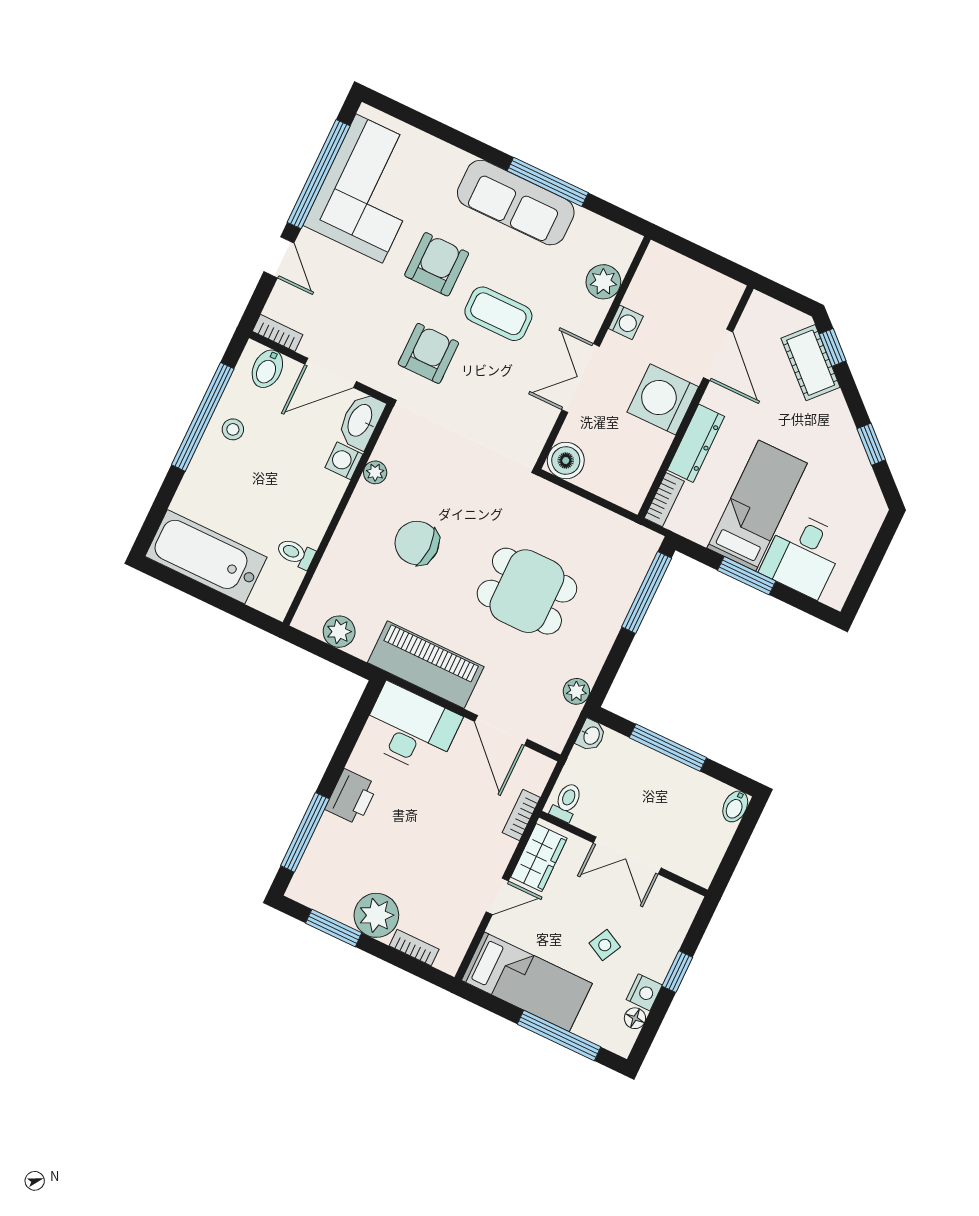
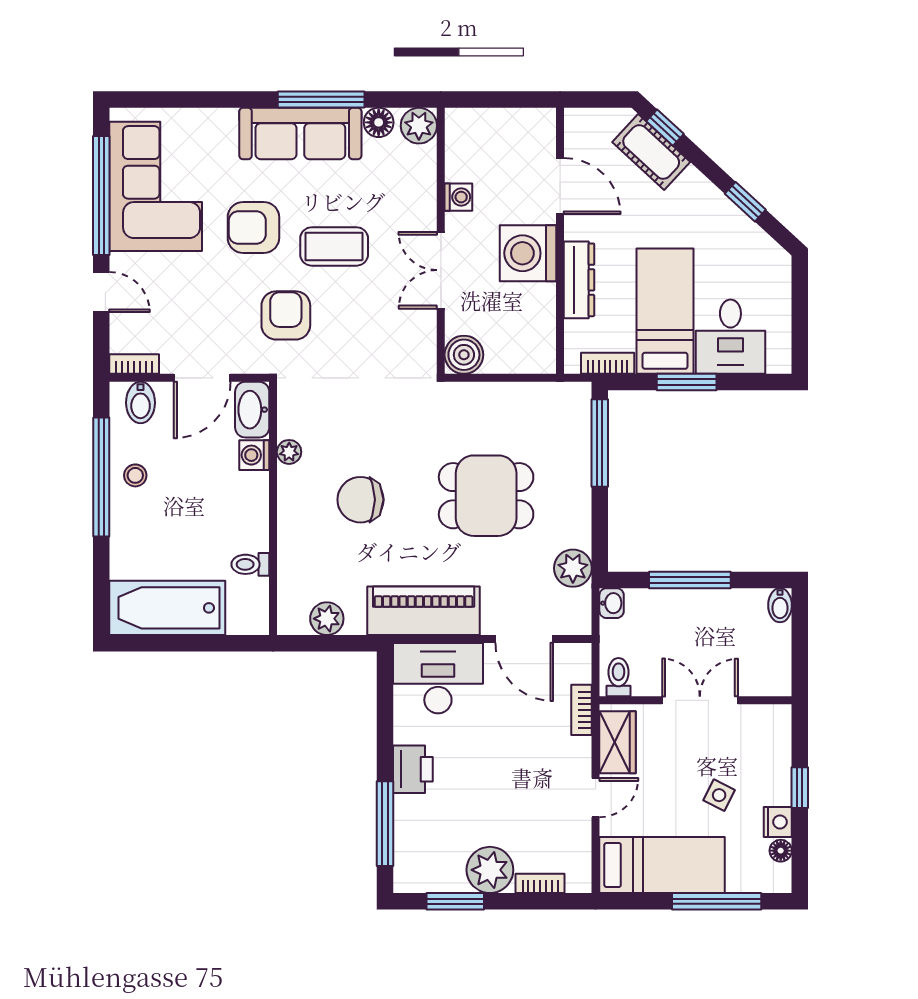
floor lamp: (588, 225) -> (379, 122), added
armchair: (437, 264) -> (253, 228), turned -90
plant: (603, 282) -> (419, 126), moved
bookcase: (664, 500) -> (608, 363), moved, turned -90
plant: (576, 691) -> (573, 568), width x1.38, depth x1.38
double door: (627, 855) -> (700, 700), swing flipped

